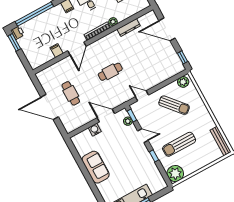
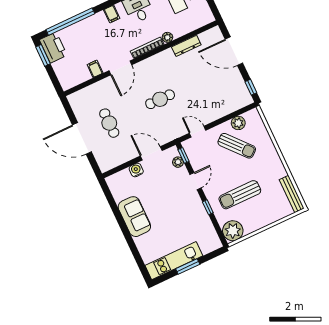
printer: (17, 33) -> (53, 48), width x1.87, depth x1.48
plant: (183, 82) -> (238, 123), moved
door: (143, 136) -> (196, 181), hinge flipped

